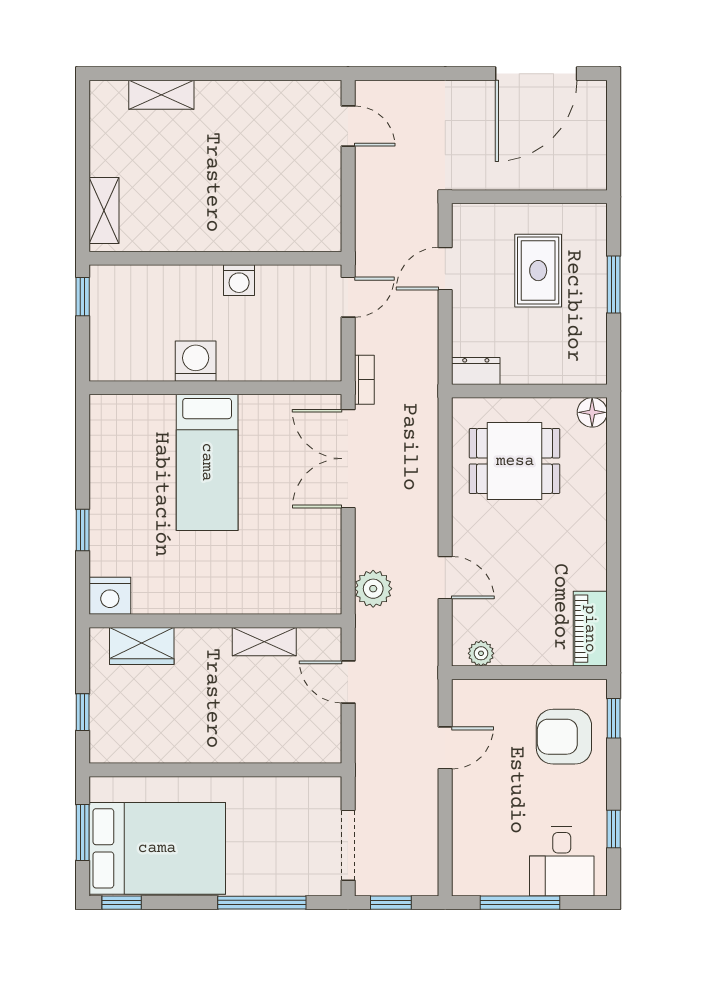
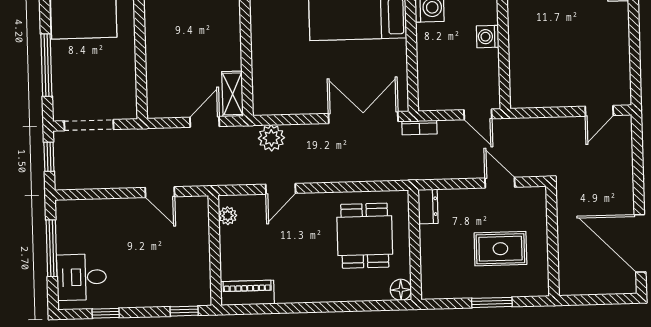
shelving: (264, 642) -> (233, 94), moved
armchair: (564, 737) -> (170, 276), removed

